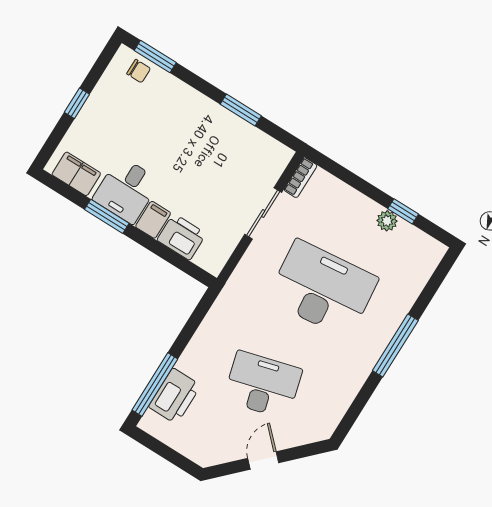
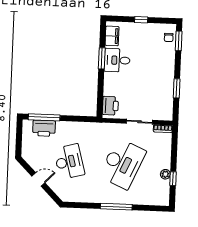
filing cabinet: (153, 220) -> (111, 78), removed
printer: (182, 237) -> (110, 106), moved
desk: (323, 289) -> (122, 164), turned 30

